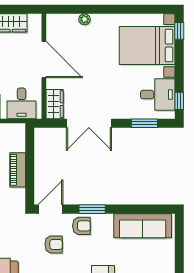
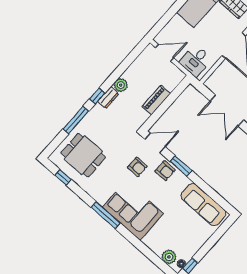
wardrobe: (55, 104) -> (216, 79), removed

